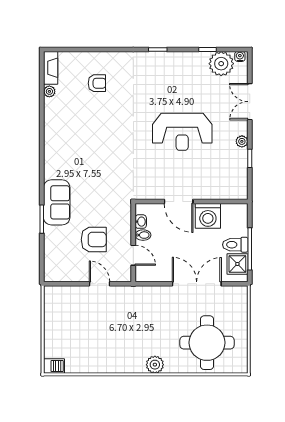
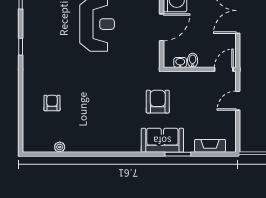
fireplace: (51, 68) -> (210, 146), moved
armchair: (94, 239) -> (158, 102), moved
door: (133, 255) -> (224, 69), moved

